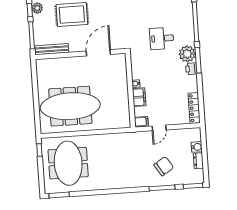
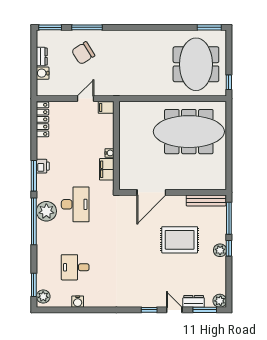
desk: (162, 38) -> (75, 204), width x1.37
plant: (187, 54) -> (46, 211), moved
filing cabinet: (139, 97) -> (107, 169), moved

